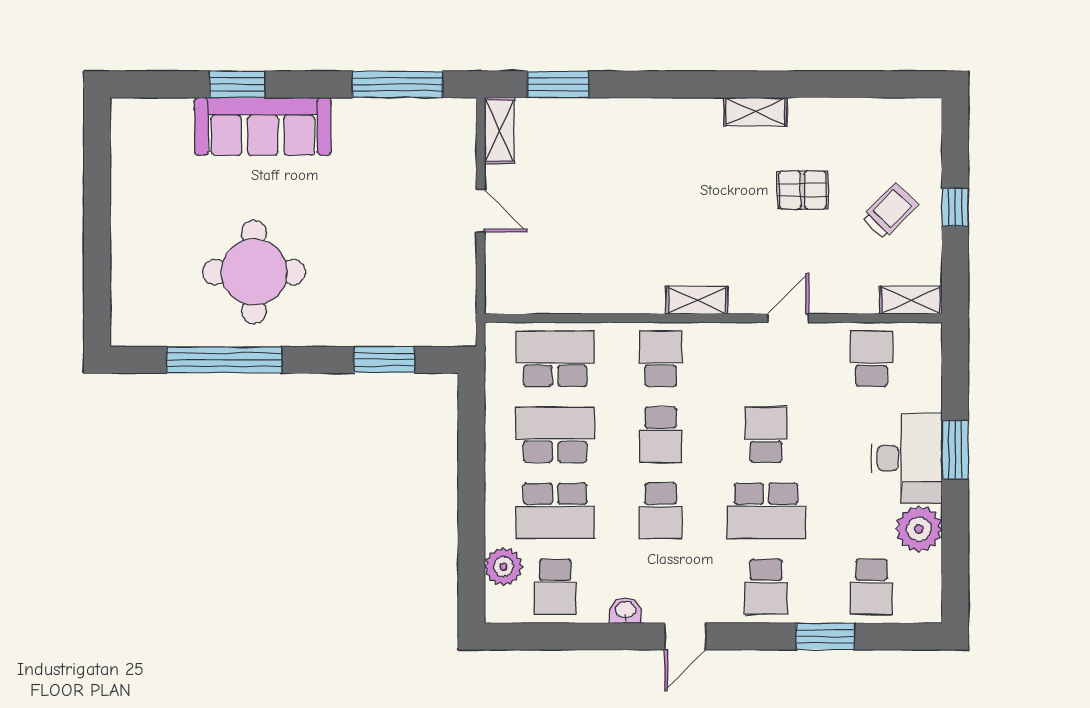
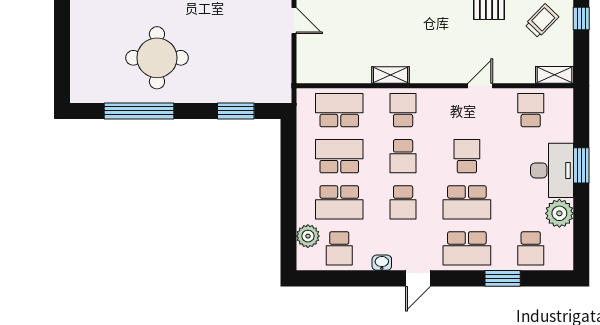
shelving: (697, 300) -> (391, 75), moved
school desk: (766, 587) -> (467, 248), width x1.85

